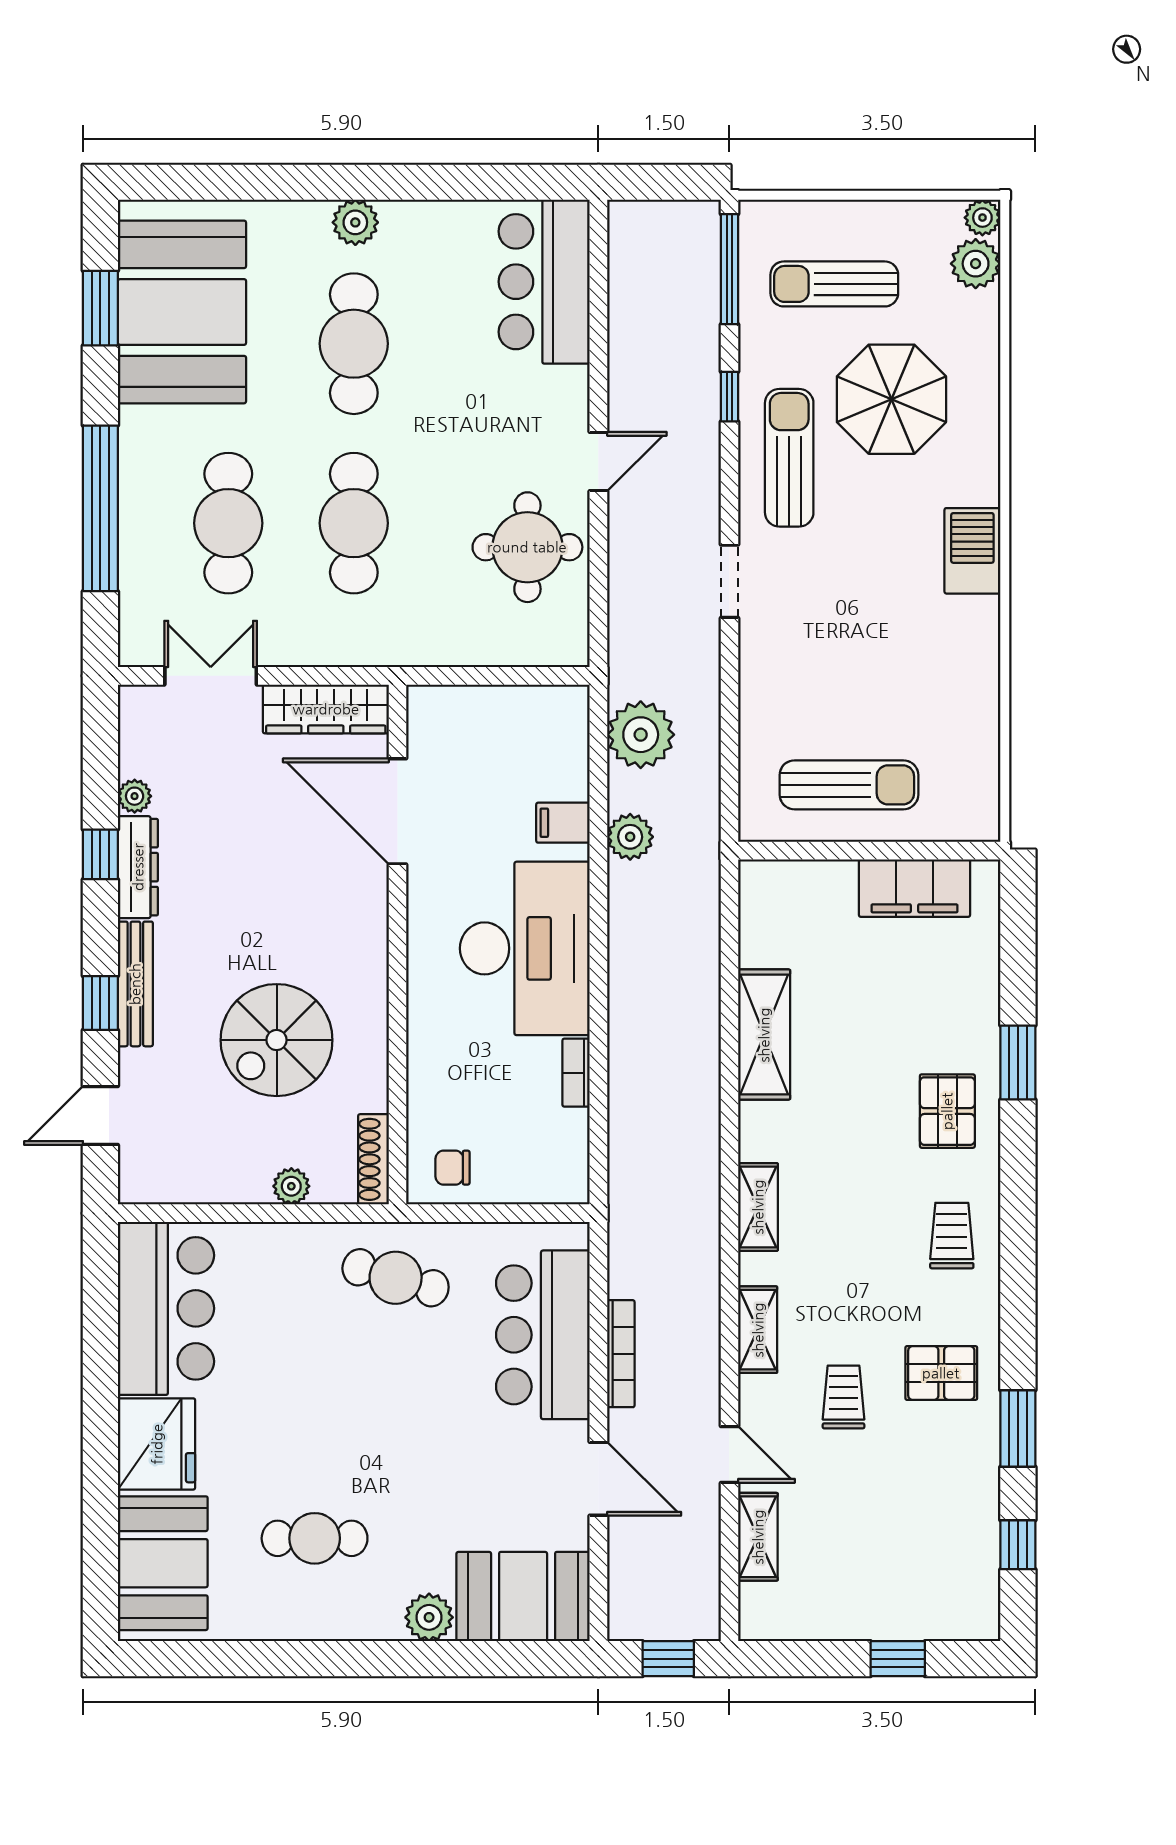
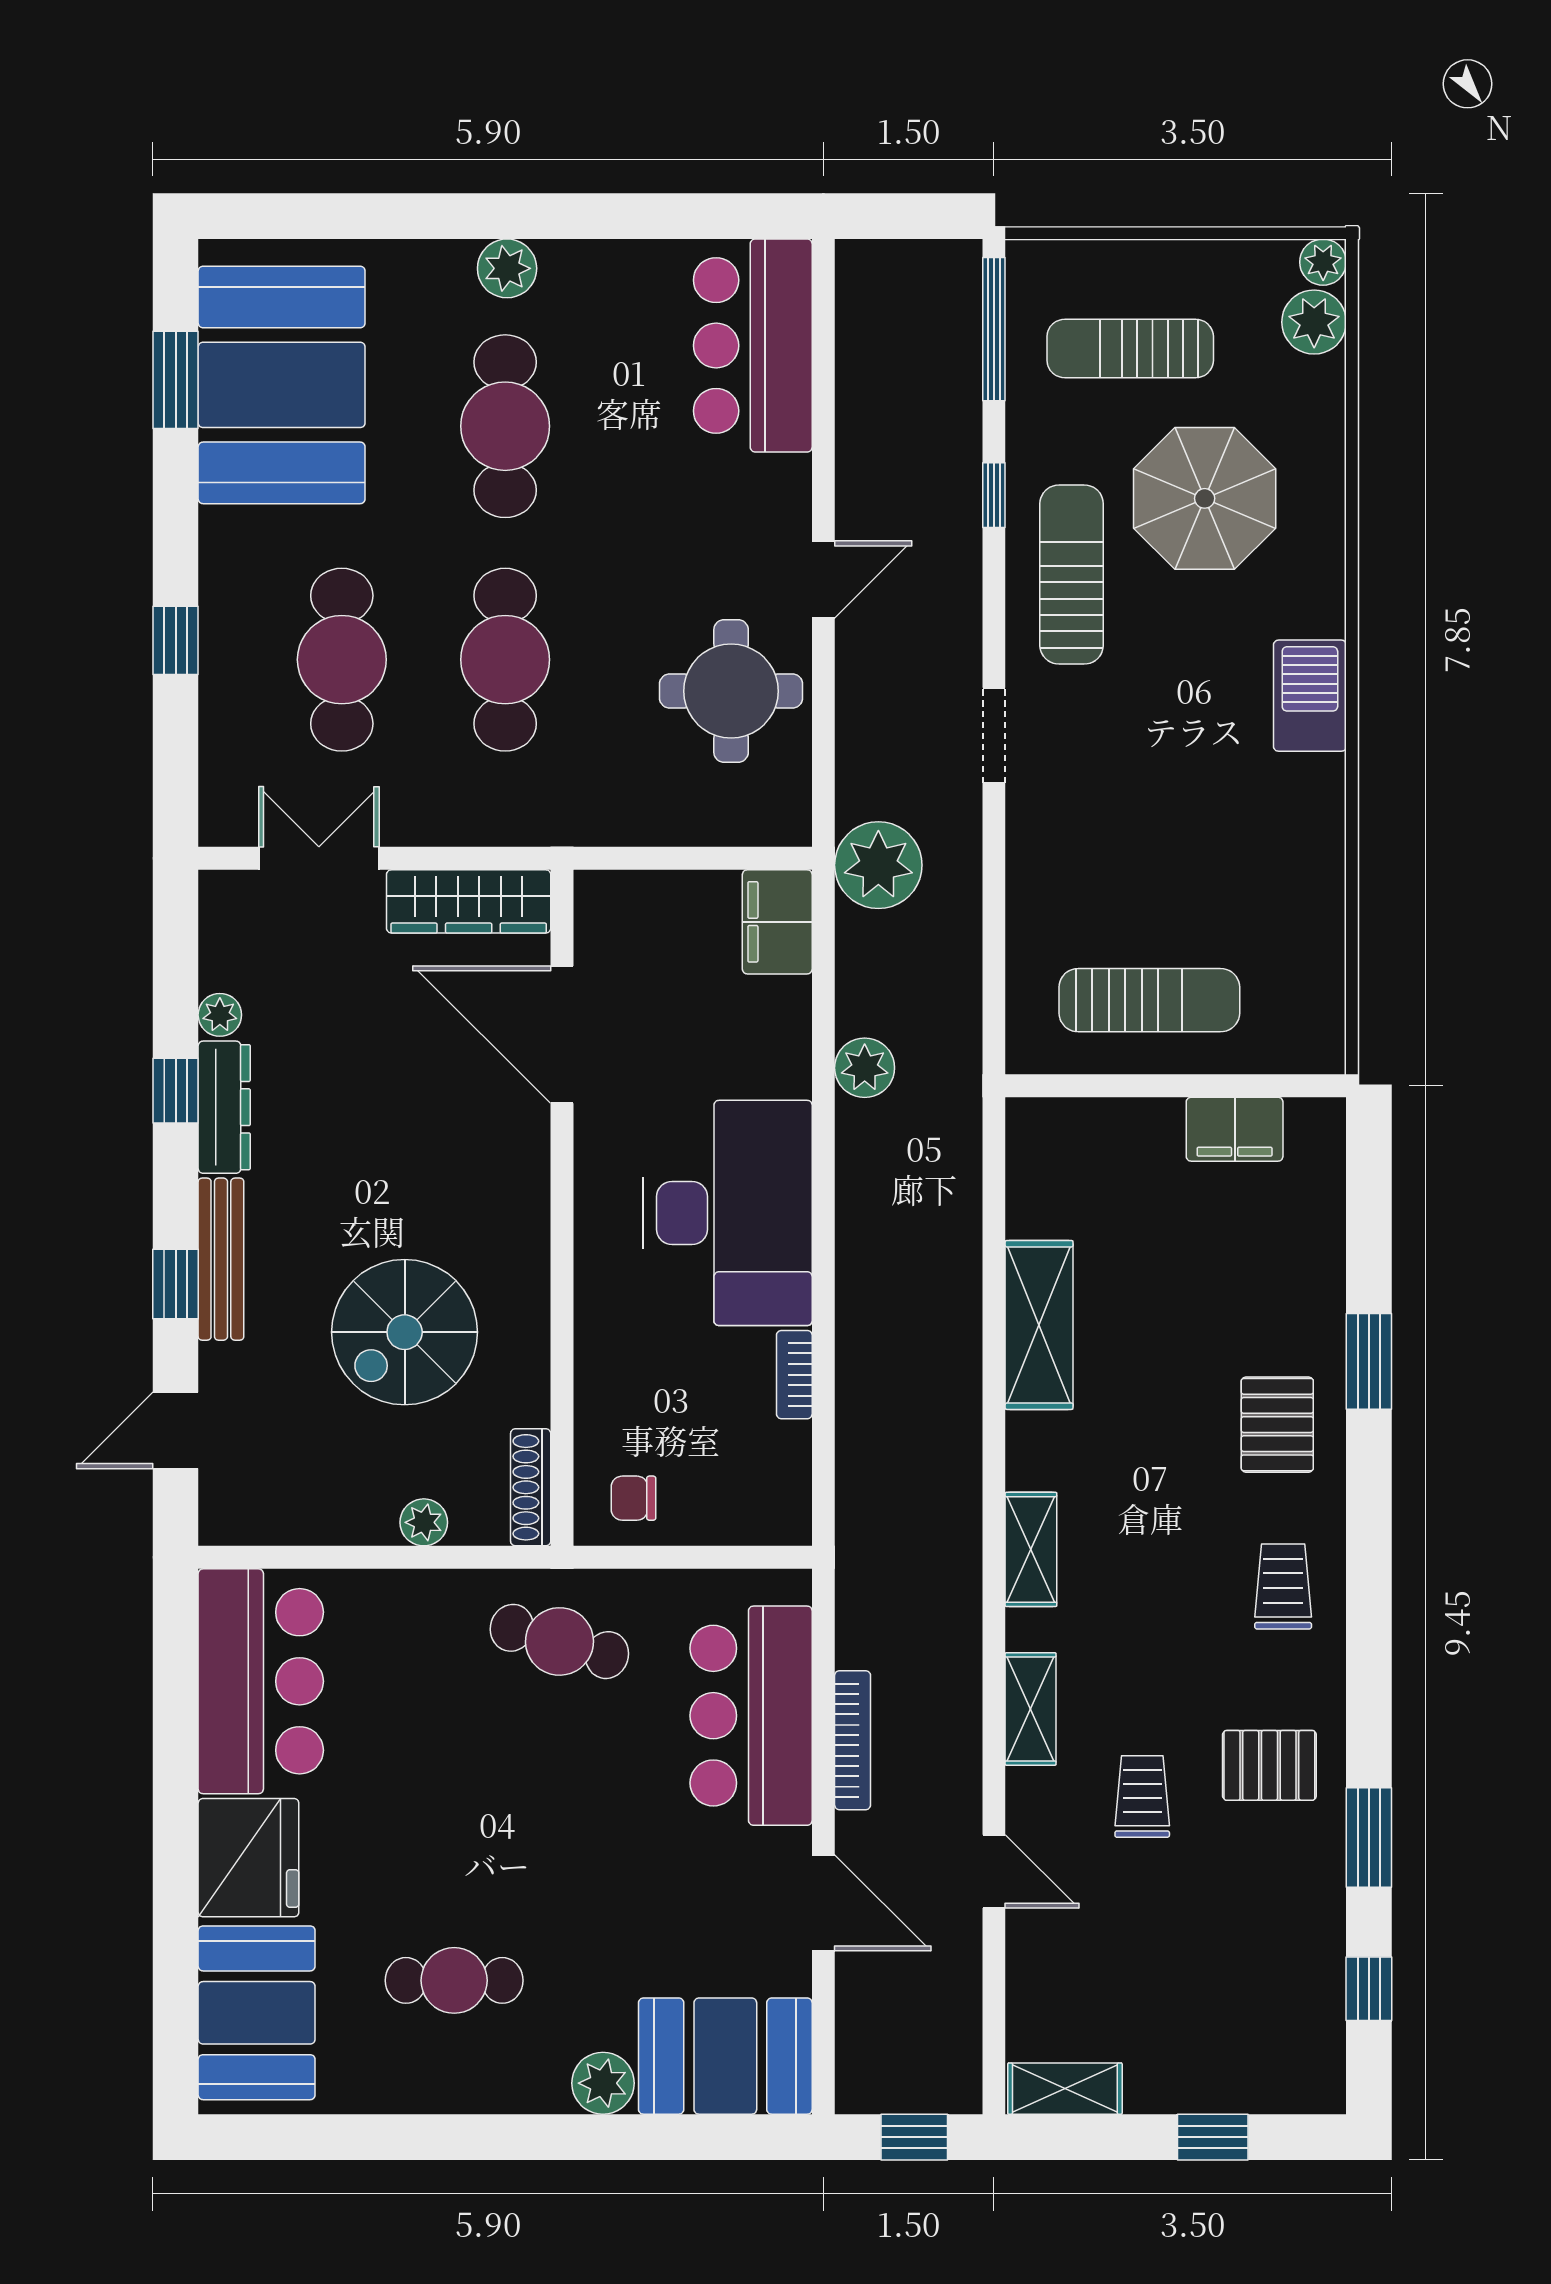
window: (100, 508) -> (176, 640), width x0.32
plant: (641, 735) -> (878, 865), moved
filing cabinet: (563, 823) -> (777, 922), moved, width x2.00
filing cabinet: (915, 888) -> (1235, 1129), width x0.67, depth x0.86
shelving: (758, 1537) -> (1065, 2089), moved, turned 90

